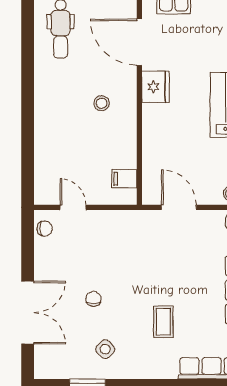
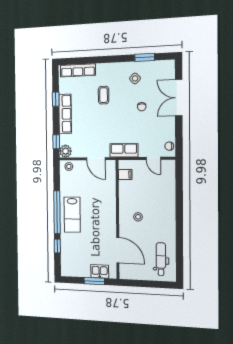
fridge: (155, 87) -> (109, 225), removed
row of seats: (126, 222) -> (124, 150), added

